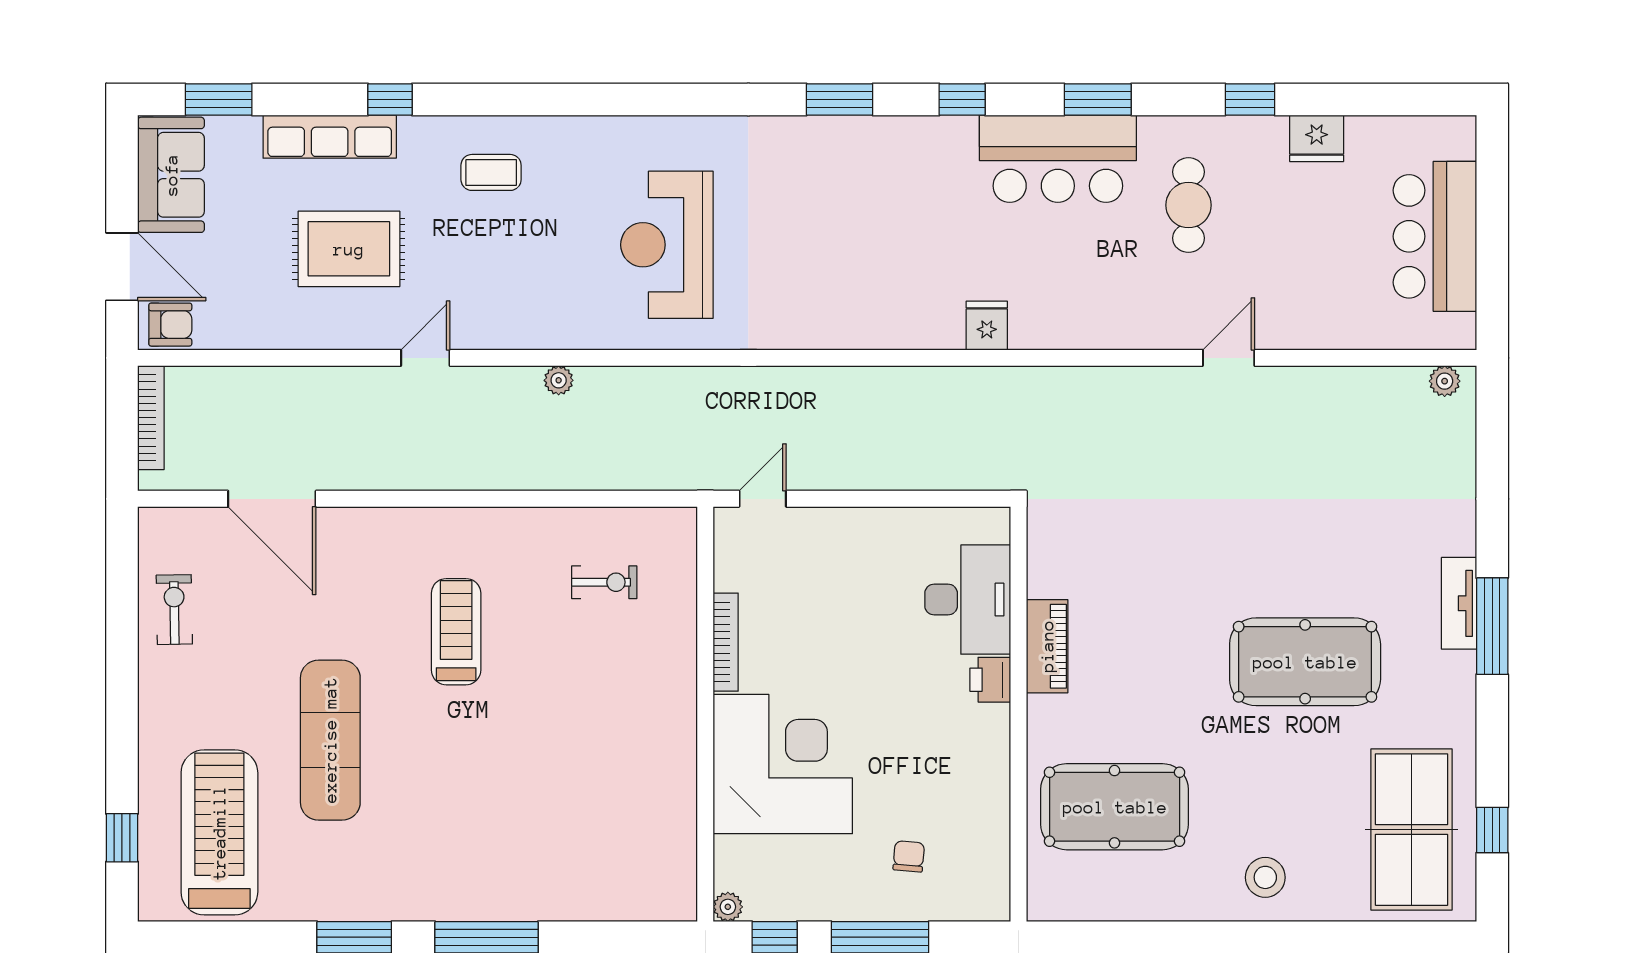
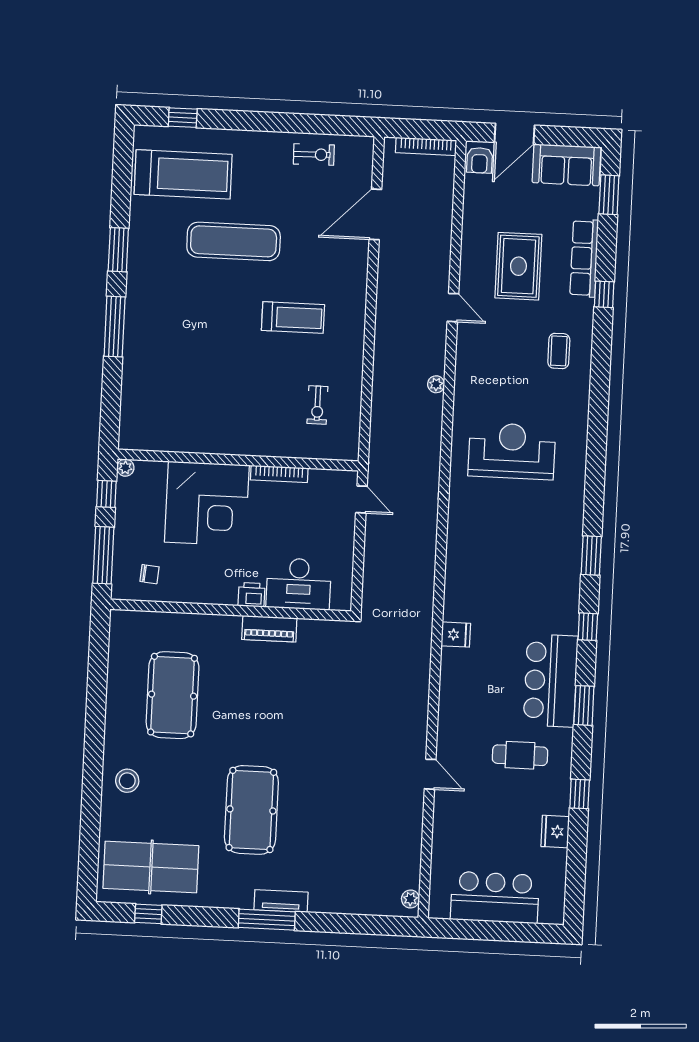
desk: (968, 600) -> (299, 584), moved
piano: (1047, 646) -> (269, 629), moved
printer: (990, 680) -> (251, 595), moved
wall: (1018, 714) -> (231, 610), moved

